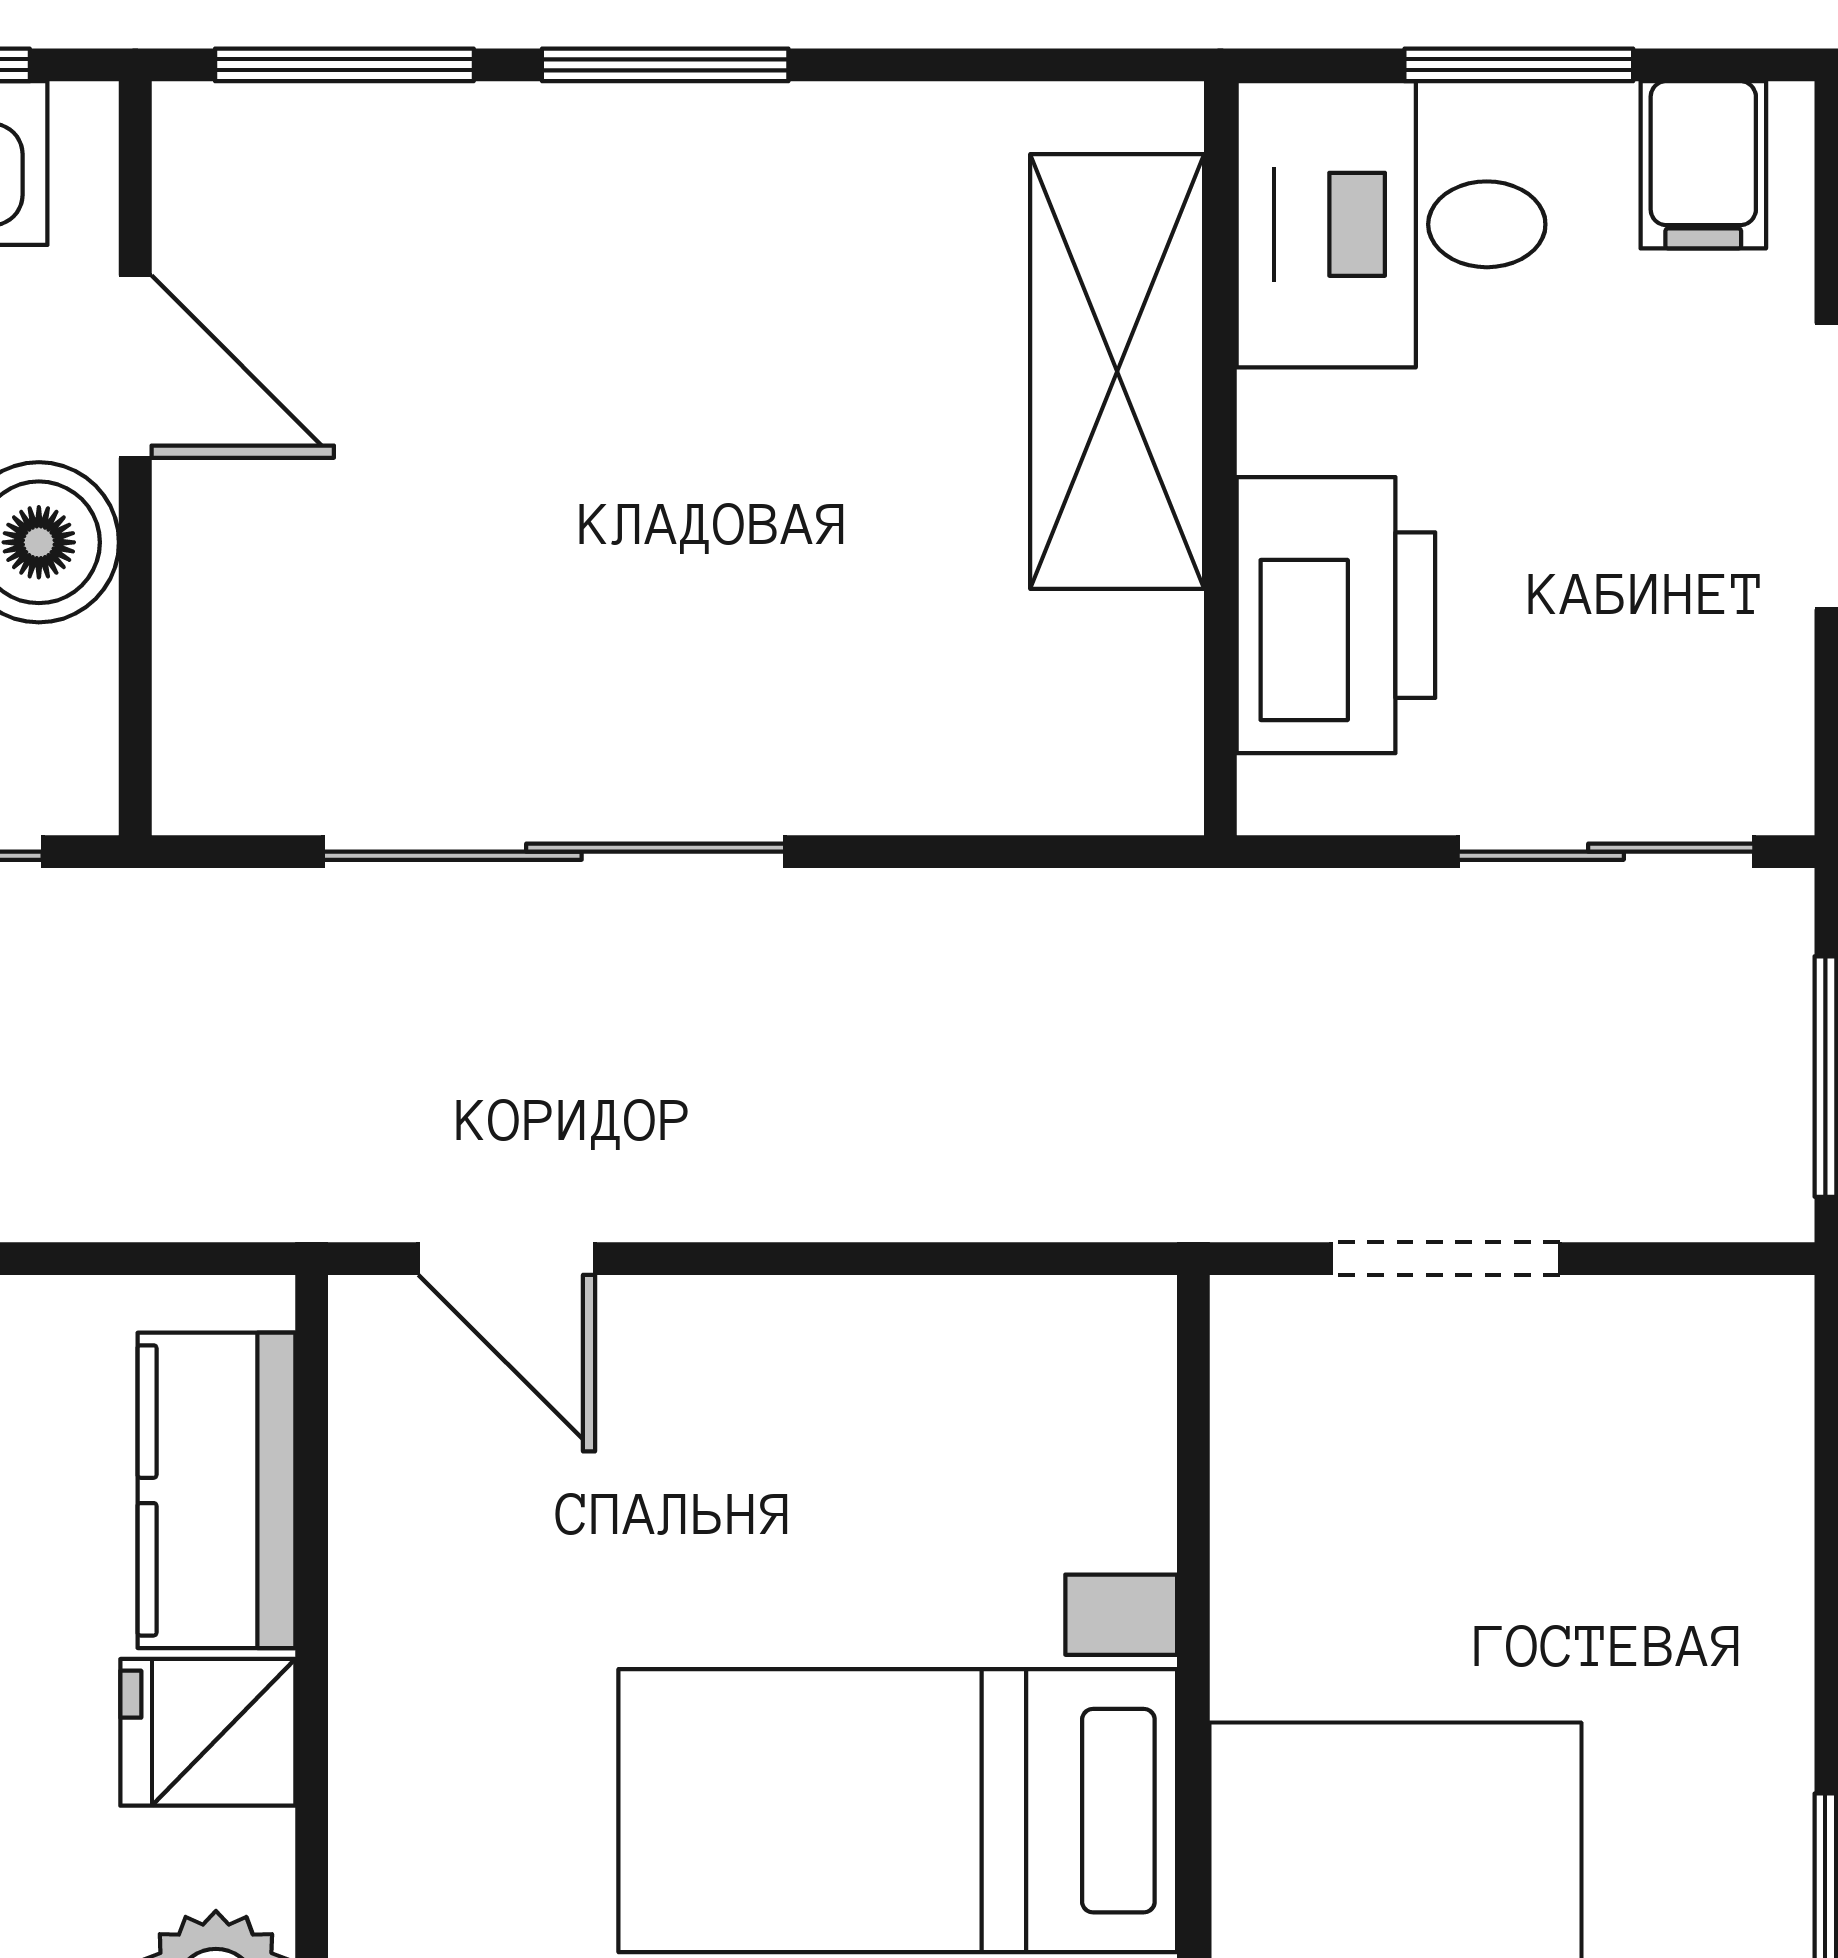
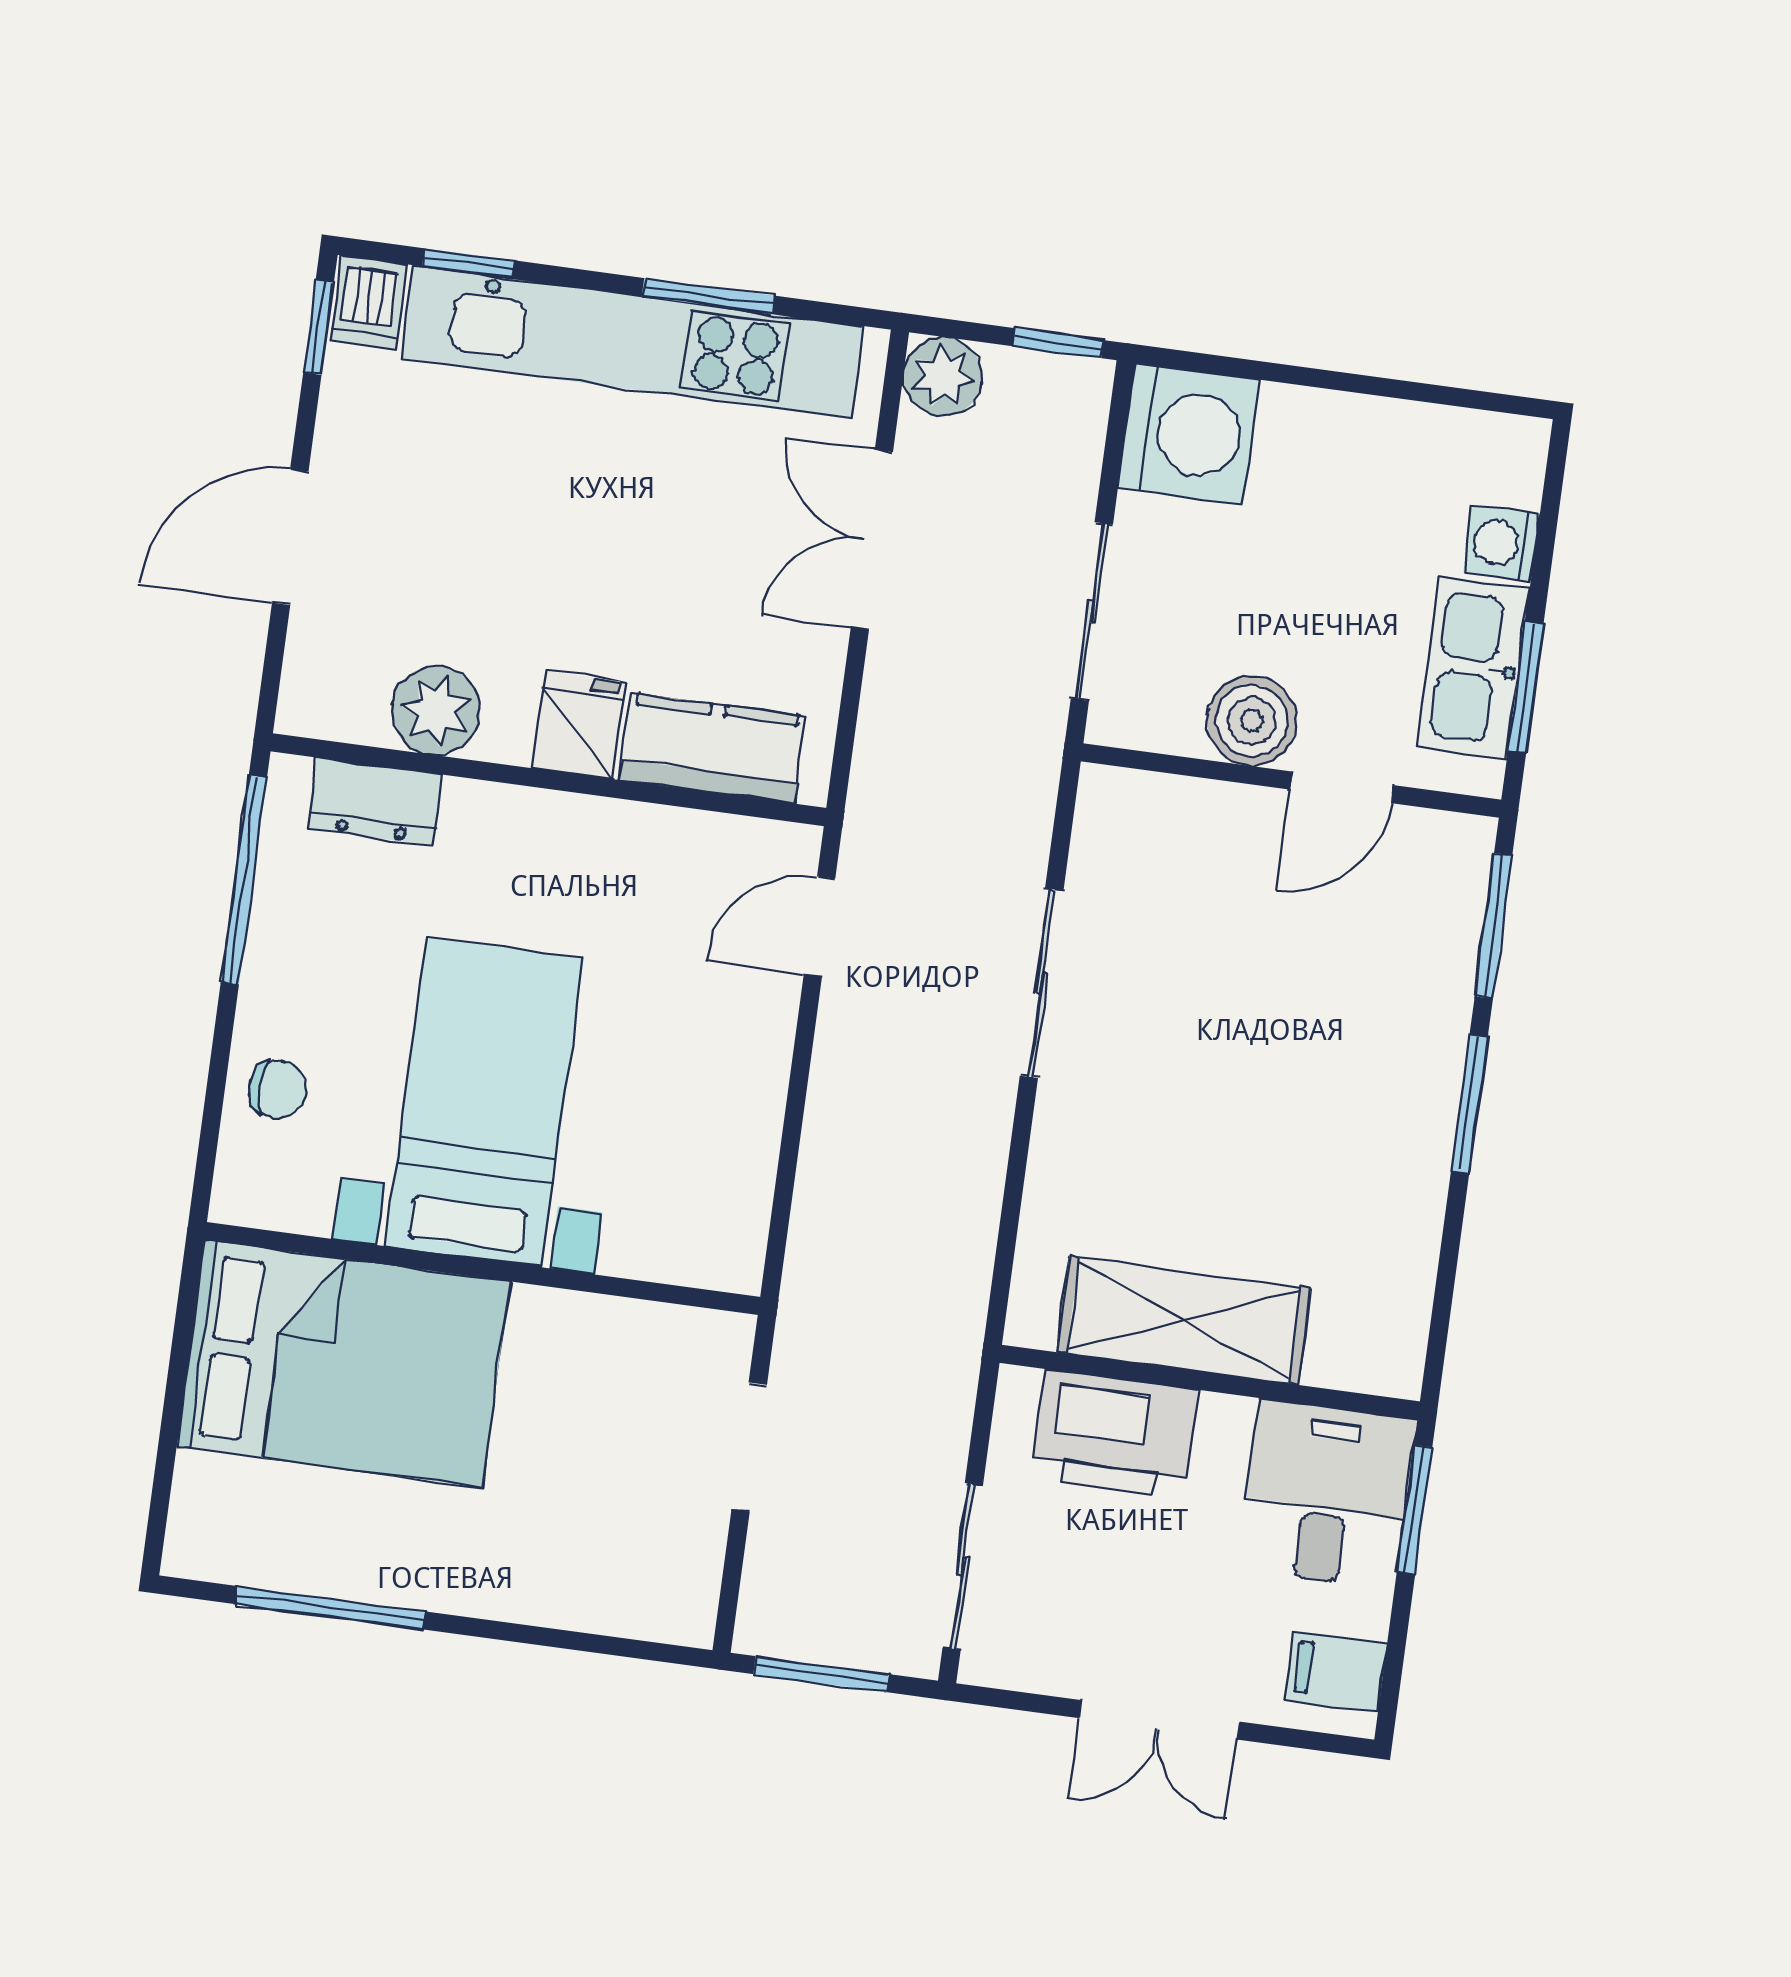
window: (1519, 65) -> (1415, 1509), moved
shelving: (1117, 372) -> (1184, 1320), moved
sliding door: (554, 852) -> (1042, 983), width x0.73

